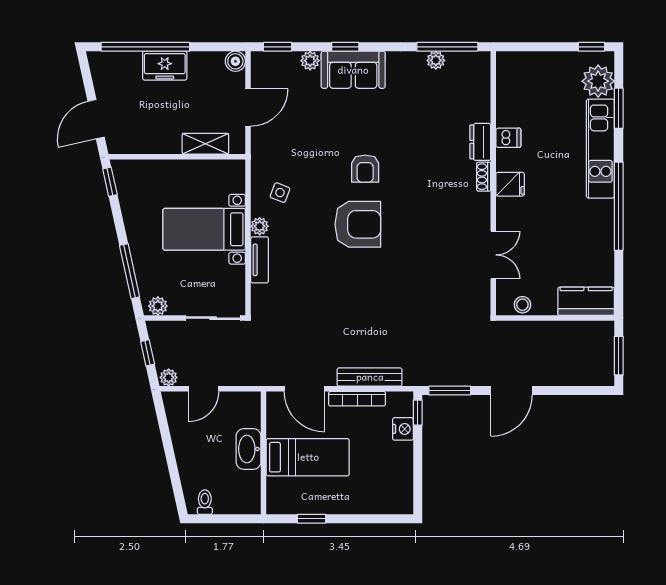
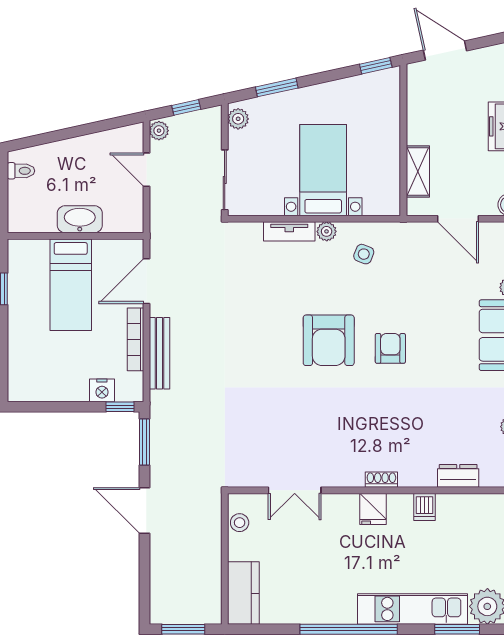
dresser: (480, 142) -> (458, 476), moved
armchair: (365, 169) -> (390, 348), turned 90
window: (130, 271) -> (277, 87), width x0.69

